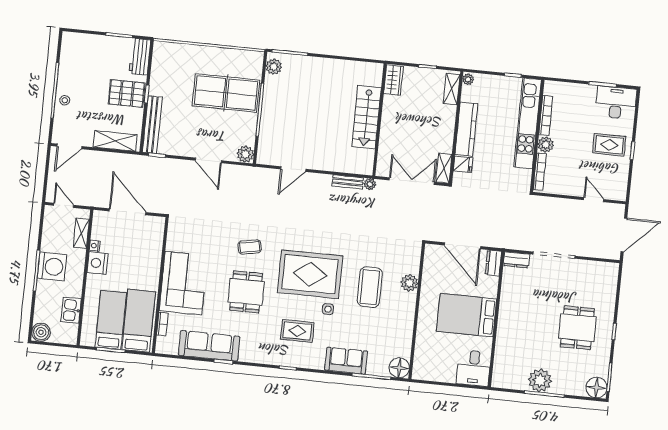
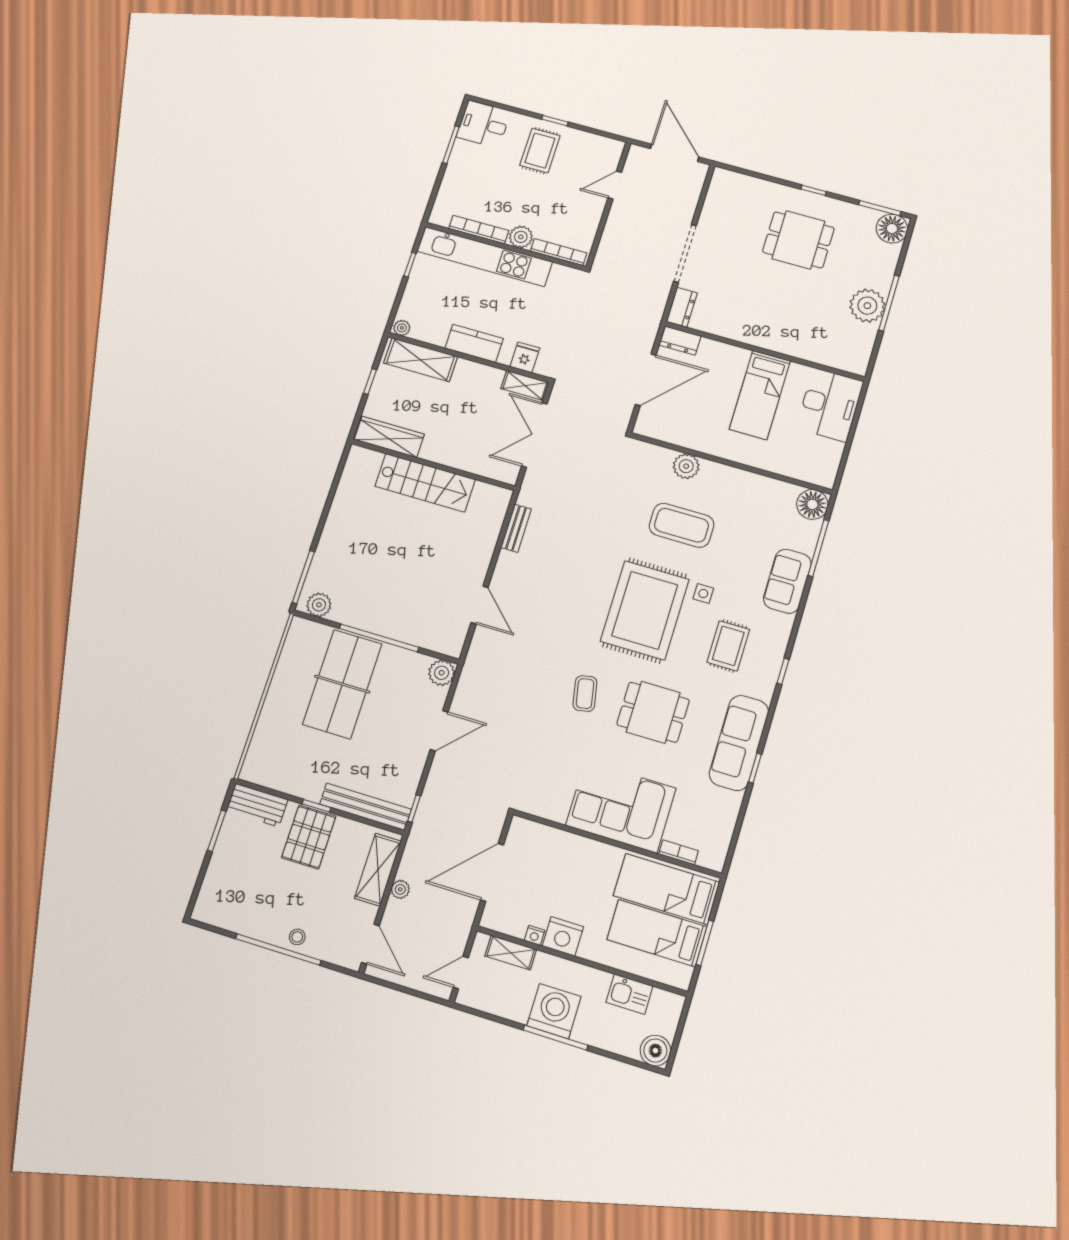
wardrobe: (393, 80) -> (389, 437), width x1.50
shelving: (452, 89) -> (421, 360), width x1.50, depth x1.33
desk: (616, 103) -> (484, 124), width x0.73
kitchen counter: (466, 129) -> (474, 343), width x0.67
plant: (370, 184) -> (400, 889), moved
bed: (467, 315) -> (760, 395), width x0.67
sofa: (209, 346) -> (739, 743), moved
desk: (474, 368) -> (830, 405), width x1.37

